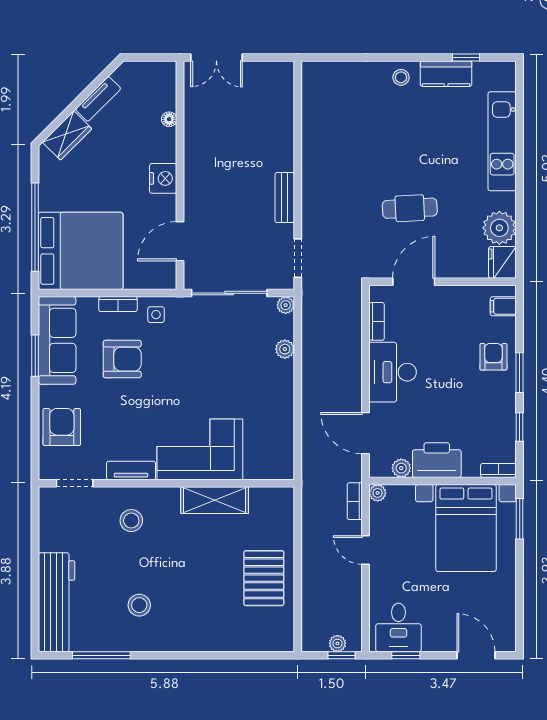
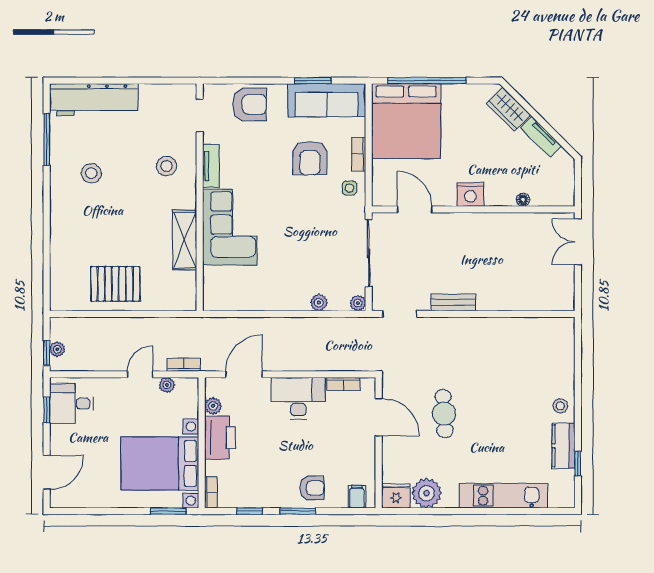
plant: (378, 493) -> (167, 385), moved

